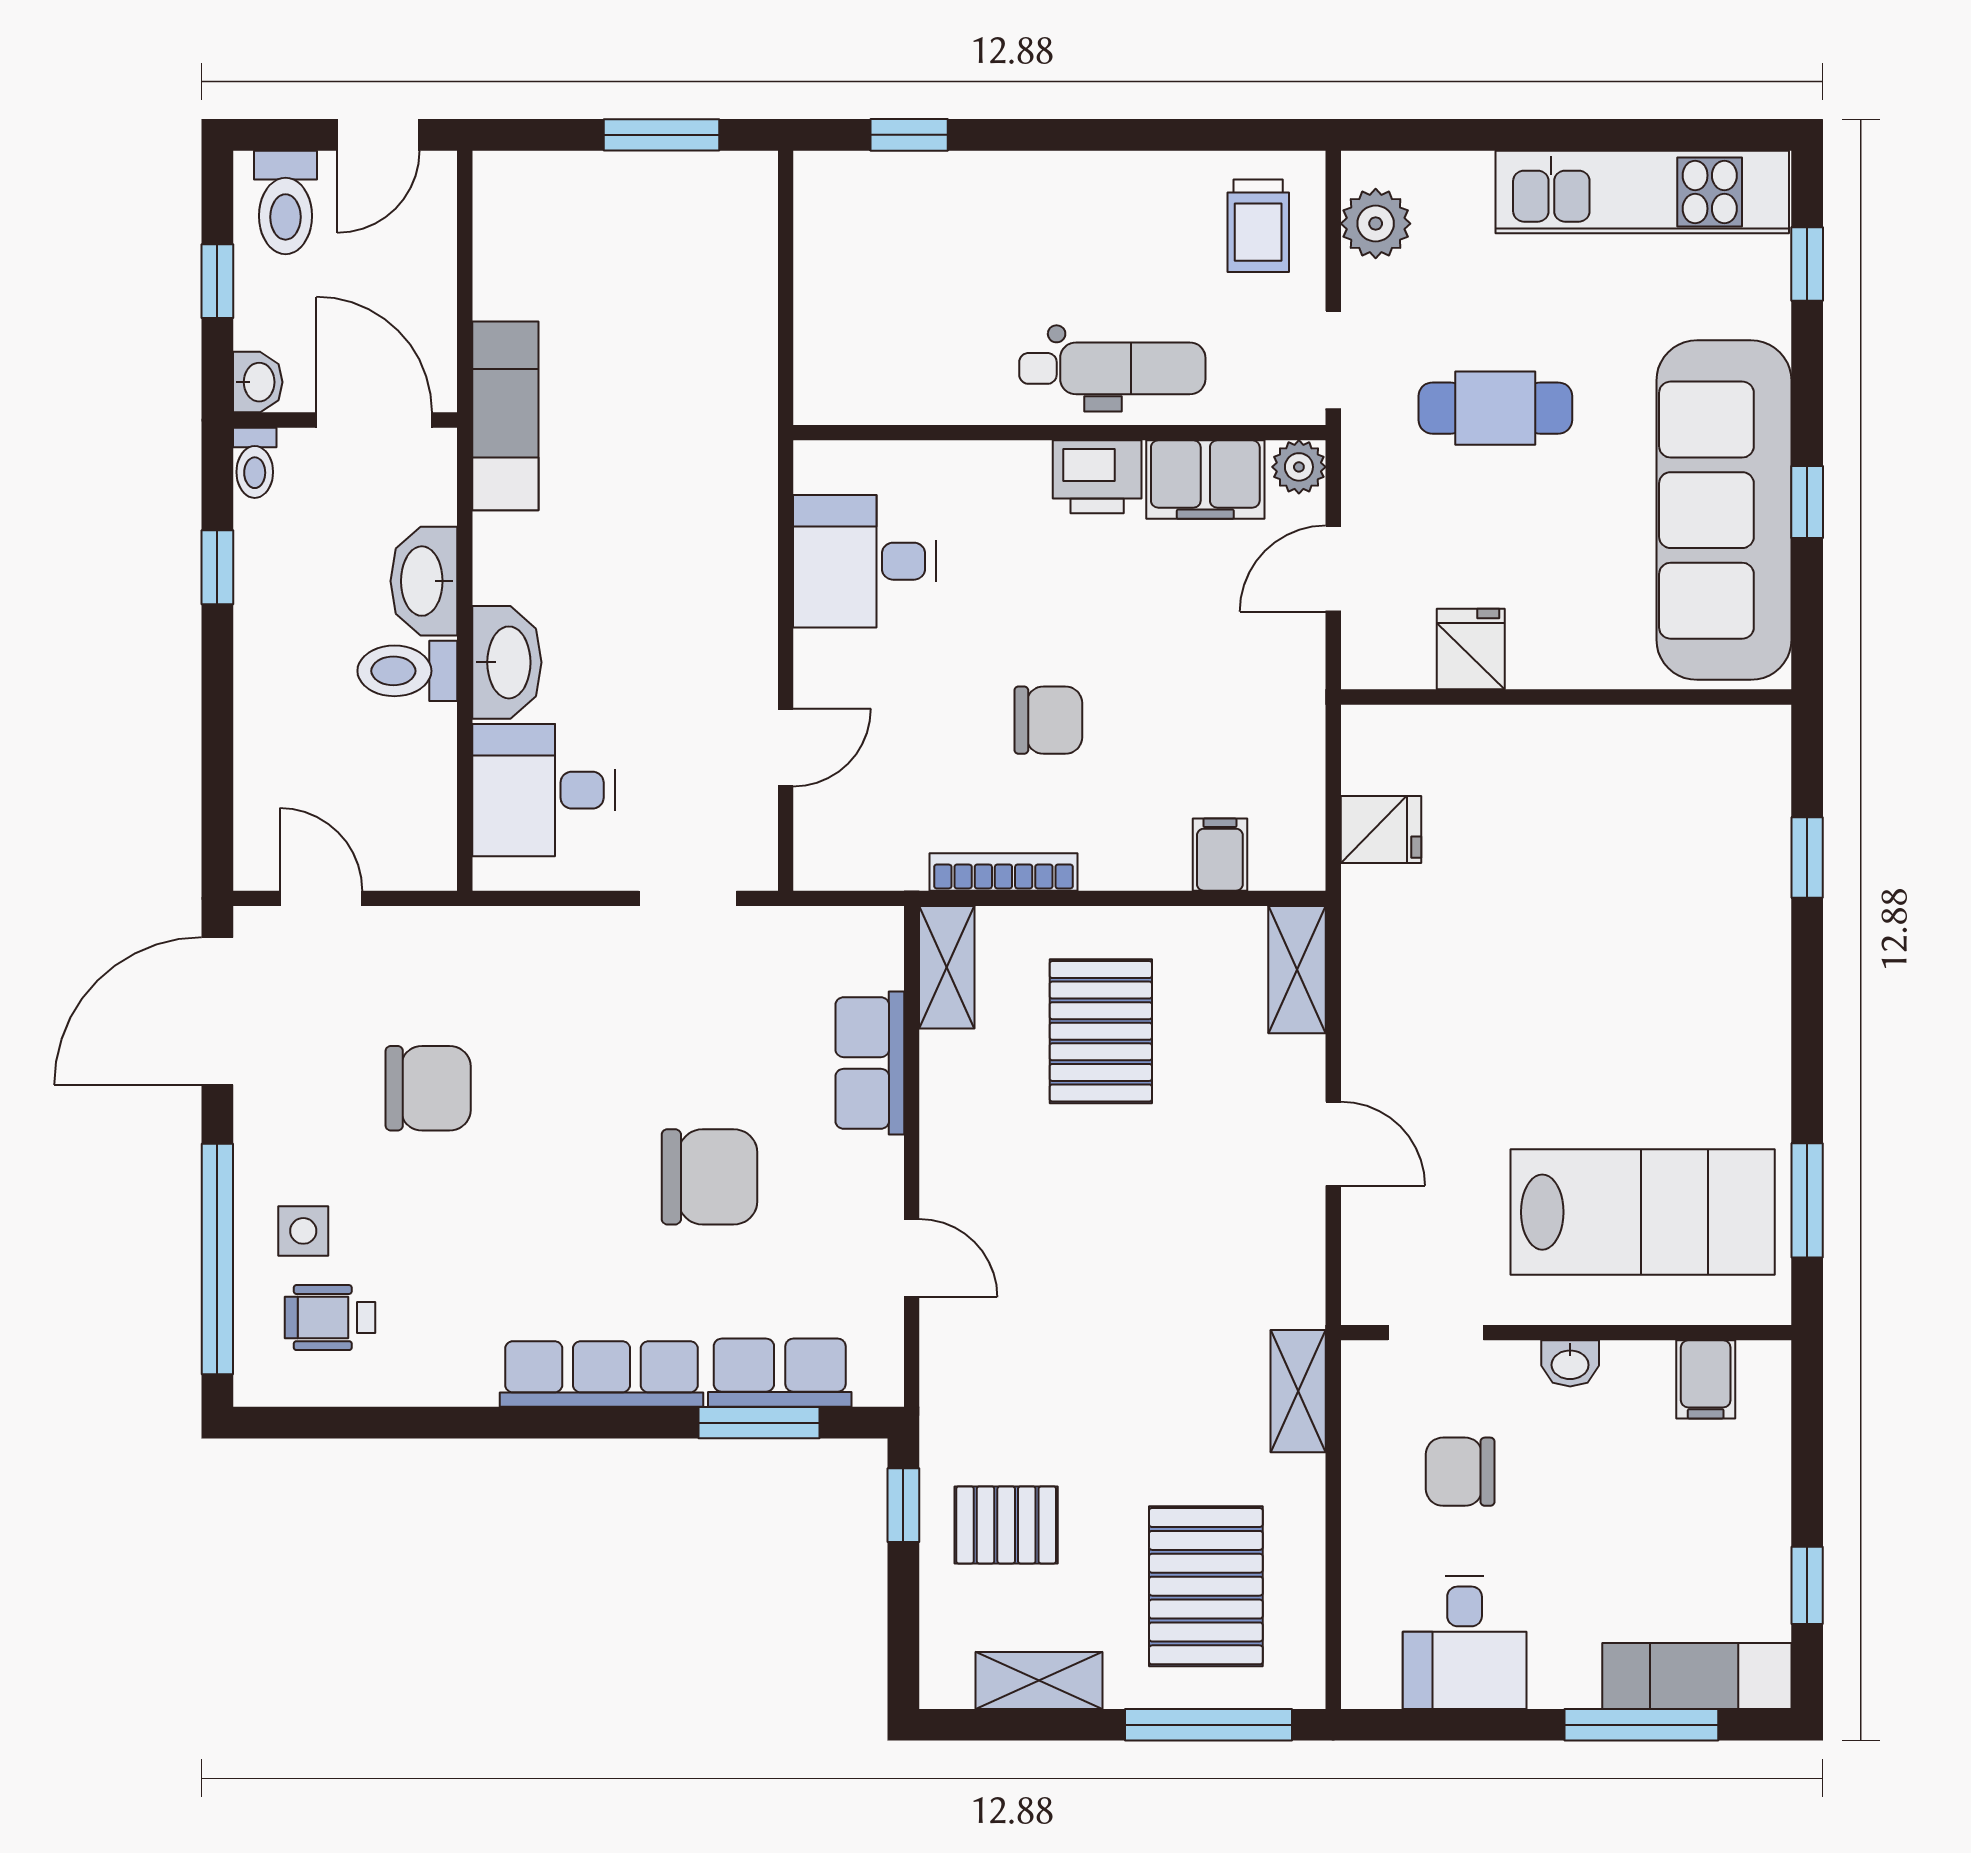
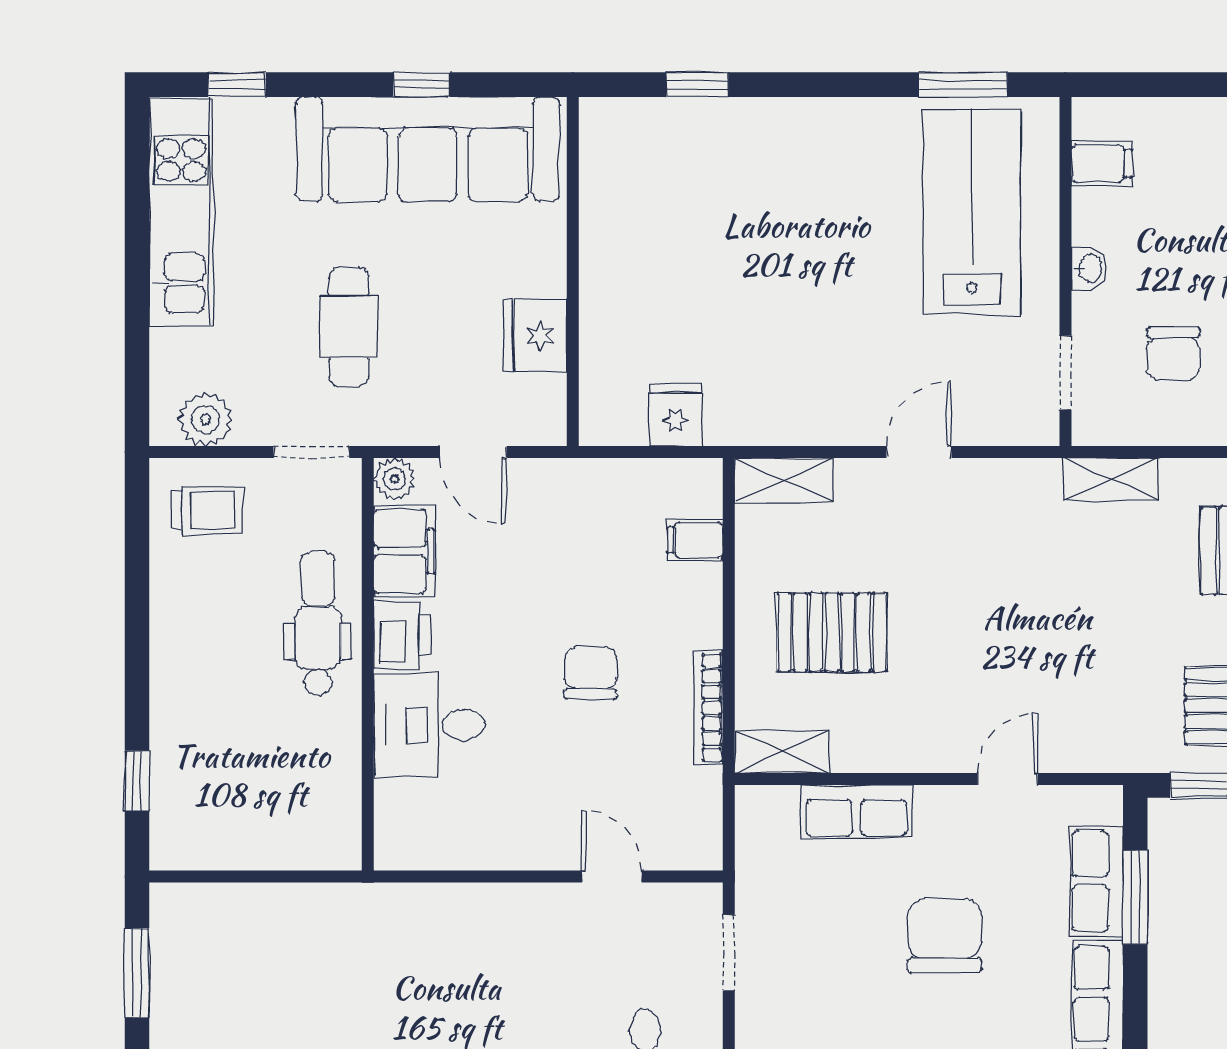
desk: (865, 561) -> (429, 725), moved, turned 90
fridge: (1471, 649) -> (535, 335), width x1.38

